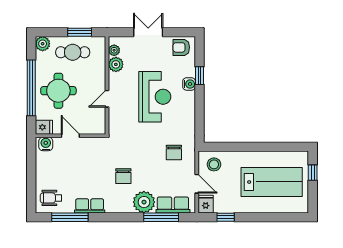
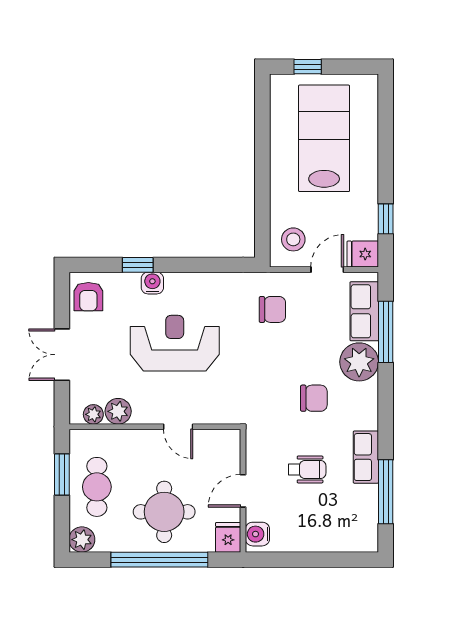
wheelchair: (51, 198) -> (307, 469), moved, turned -90

